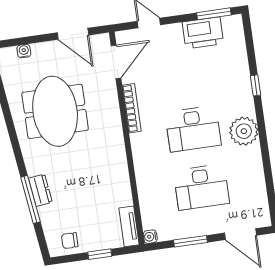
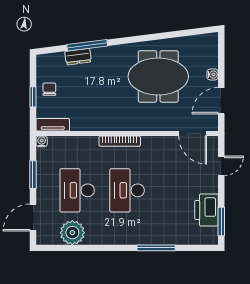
water cooler: (24, 51) -> (213, 74), moved
window: (255, 85) -> (156, 248), width x2.17
bookcase: (132, 108) -> (120, 141), moved
plant: (244, 131) -> (72, 233), moved
dresser: (40, 190) -> (78, 57), moved
chair: (70, 241) -> (49, 89), moved

